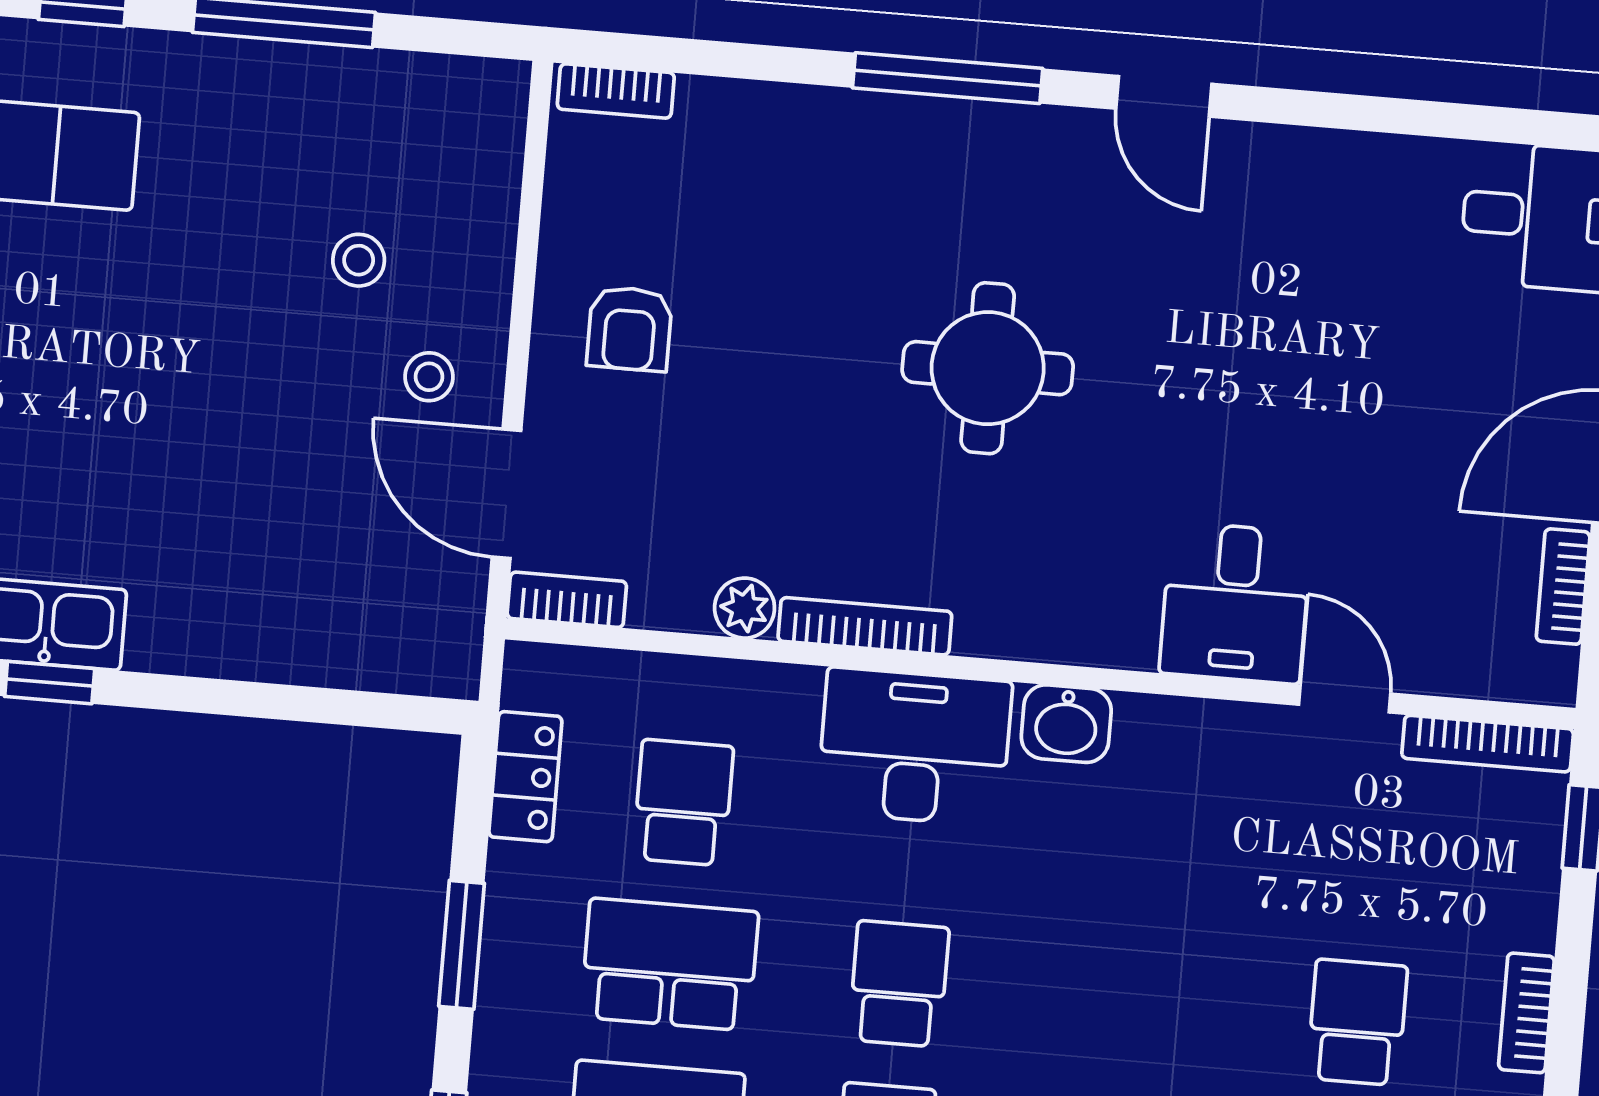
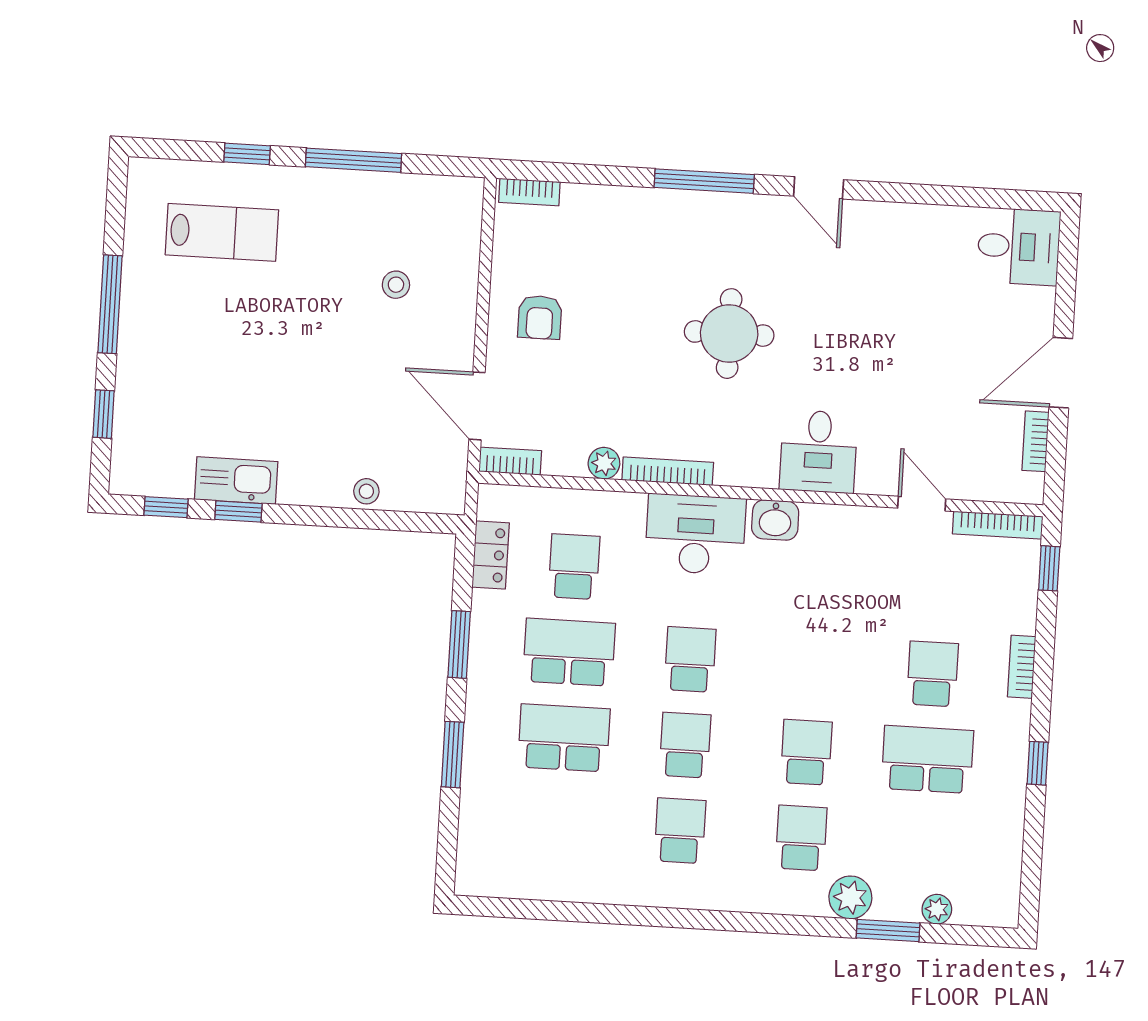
stool: (429, 377) -> (366, 491), moved
desk: (1235, 603) -> (819, 452), moved

